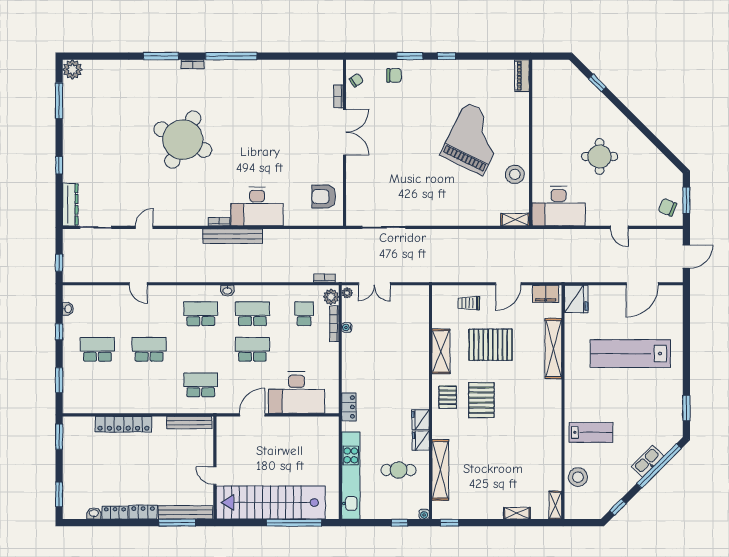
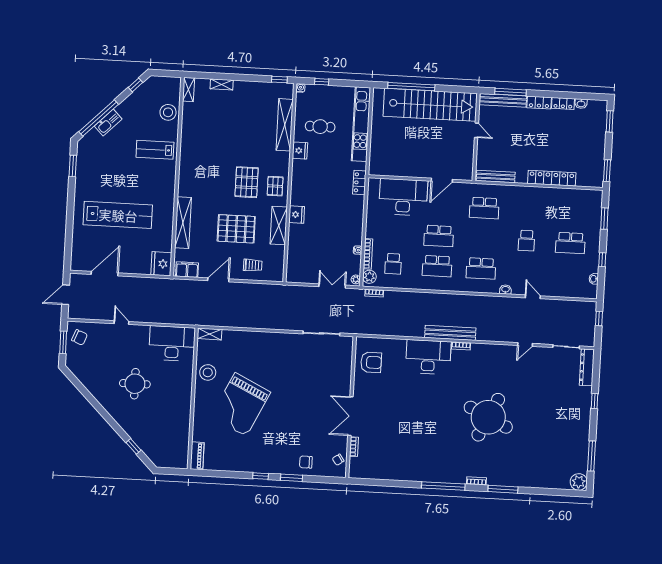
washbasin: (227, 291) -> (505, 290), moved
school desk: (149, 349) -> (527, 241), width x0.54
fridge: (421, 420) -> (297, 215), moved

